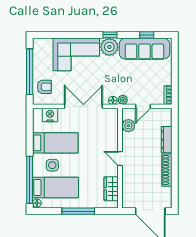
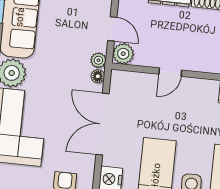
plant: (128, 126) -> (123, 54), moved
door: (120, 159) -> (170, 72), moved

